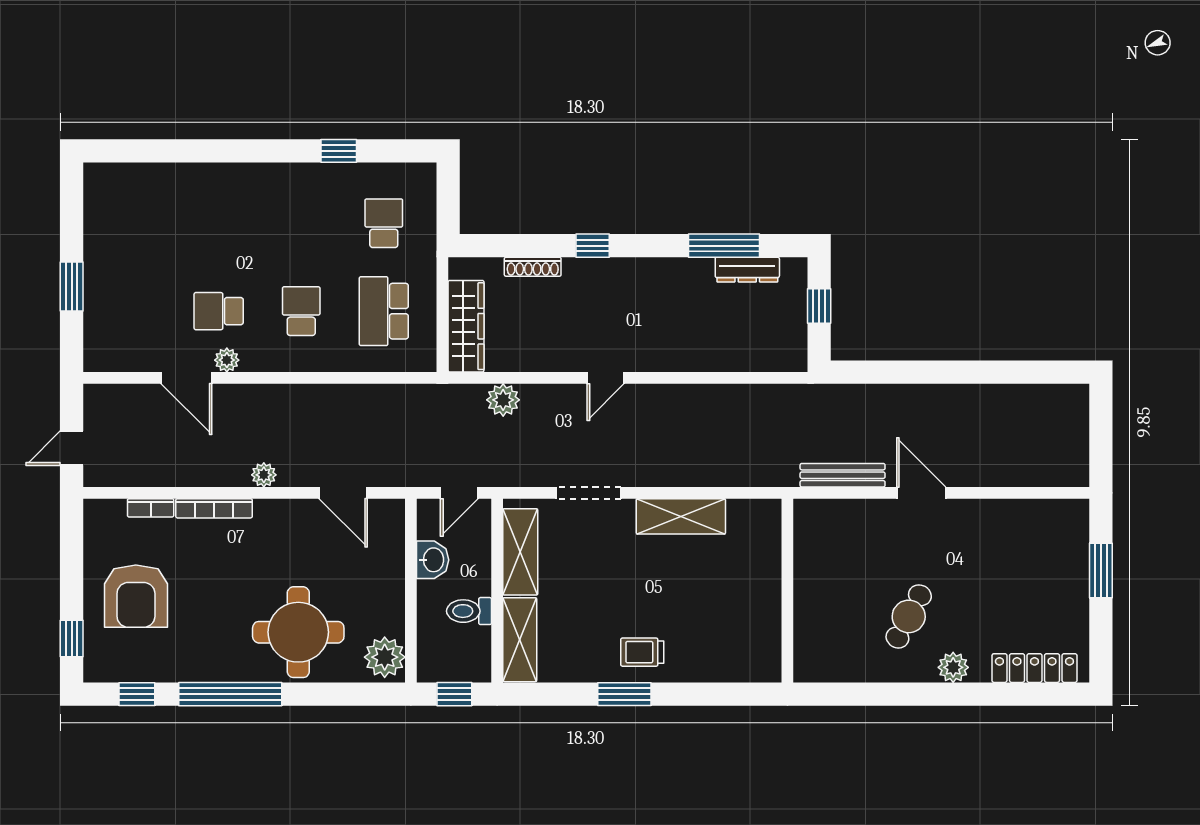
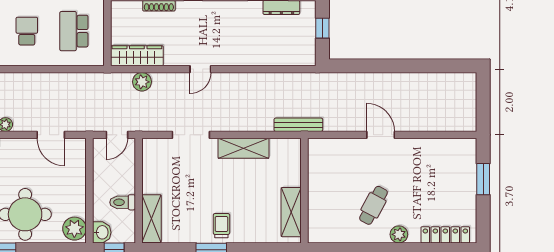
wardrobe: (466, 326) -> (137, 56), moved, turned -90
bench: (843, 475) -> (298, 125), moved
shelving: (520, 552) -> (291, 212), moved
washbasin: (433, 560) -> (102, 232), moved
trolley: (642, 652) -> (221, 226), turned 90

